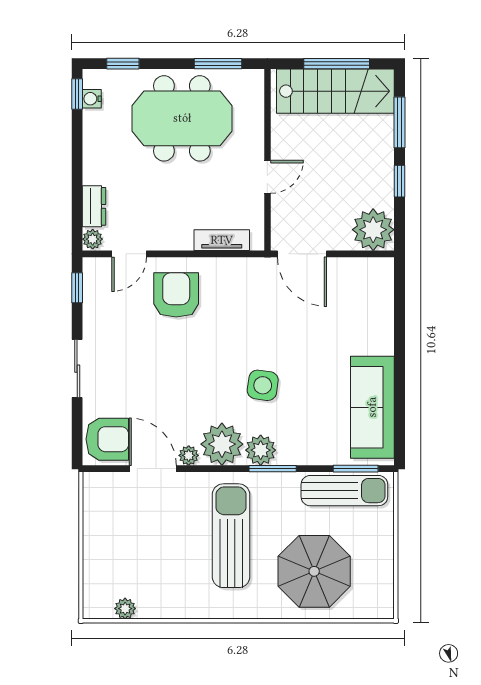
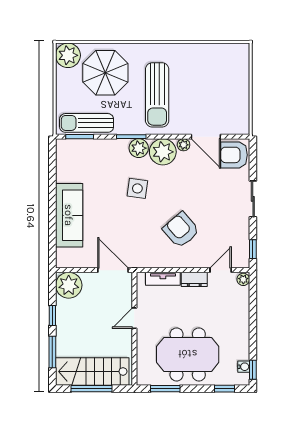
dresser: (94, 206) -> (194, 279), moved, turned -90
armchair: (176, 295) -> (181, 230), moved, turned 139
sofa: (372, 407) -> (69, 215), moved
plant: (125, 609) -> (68, 55), moved, width x1.88, depth x1.88

